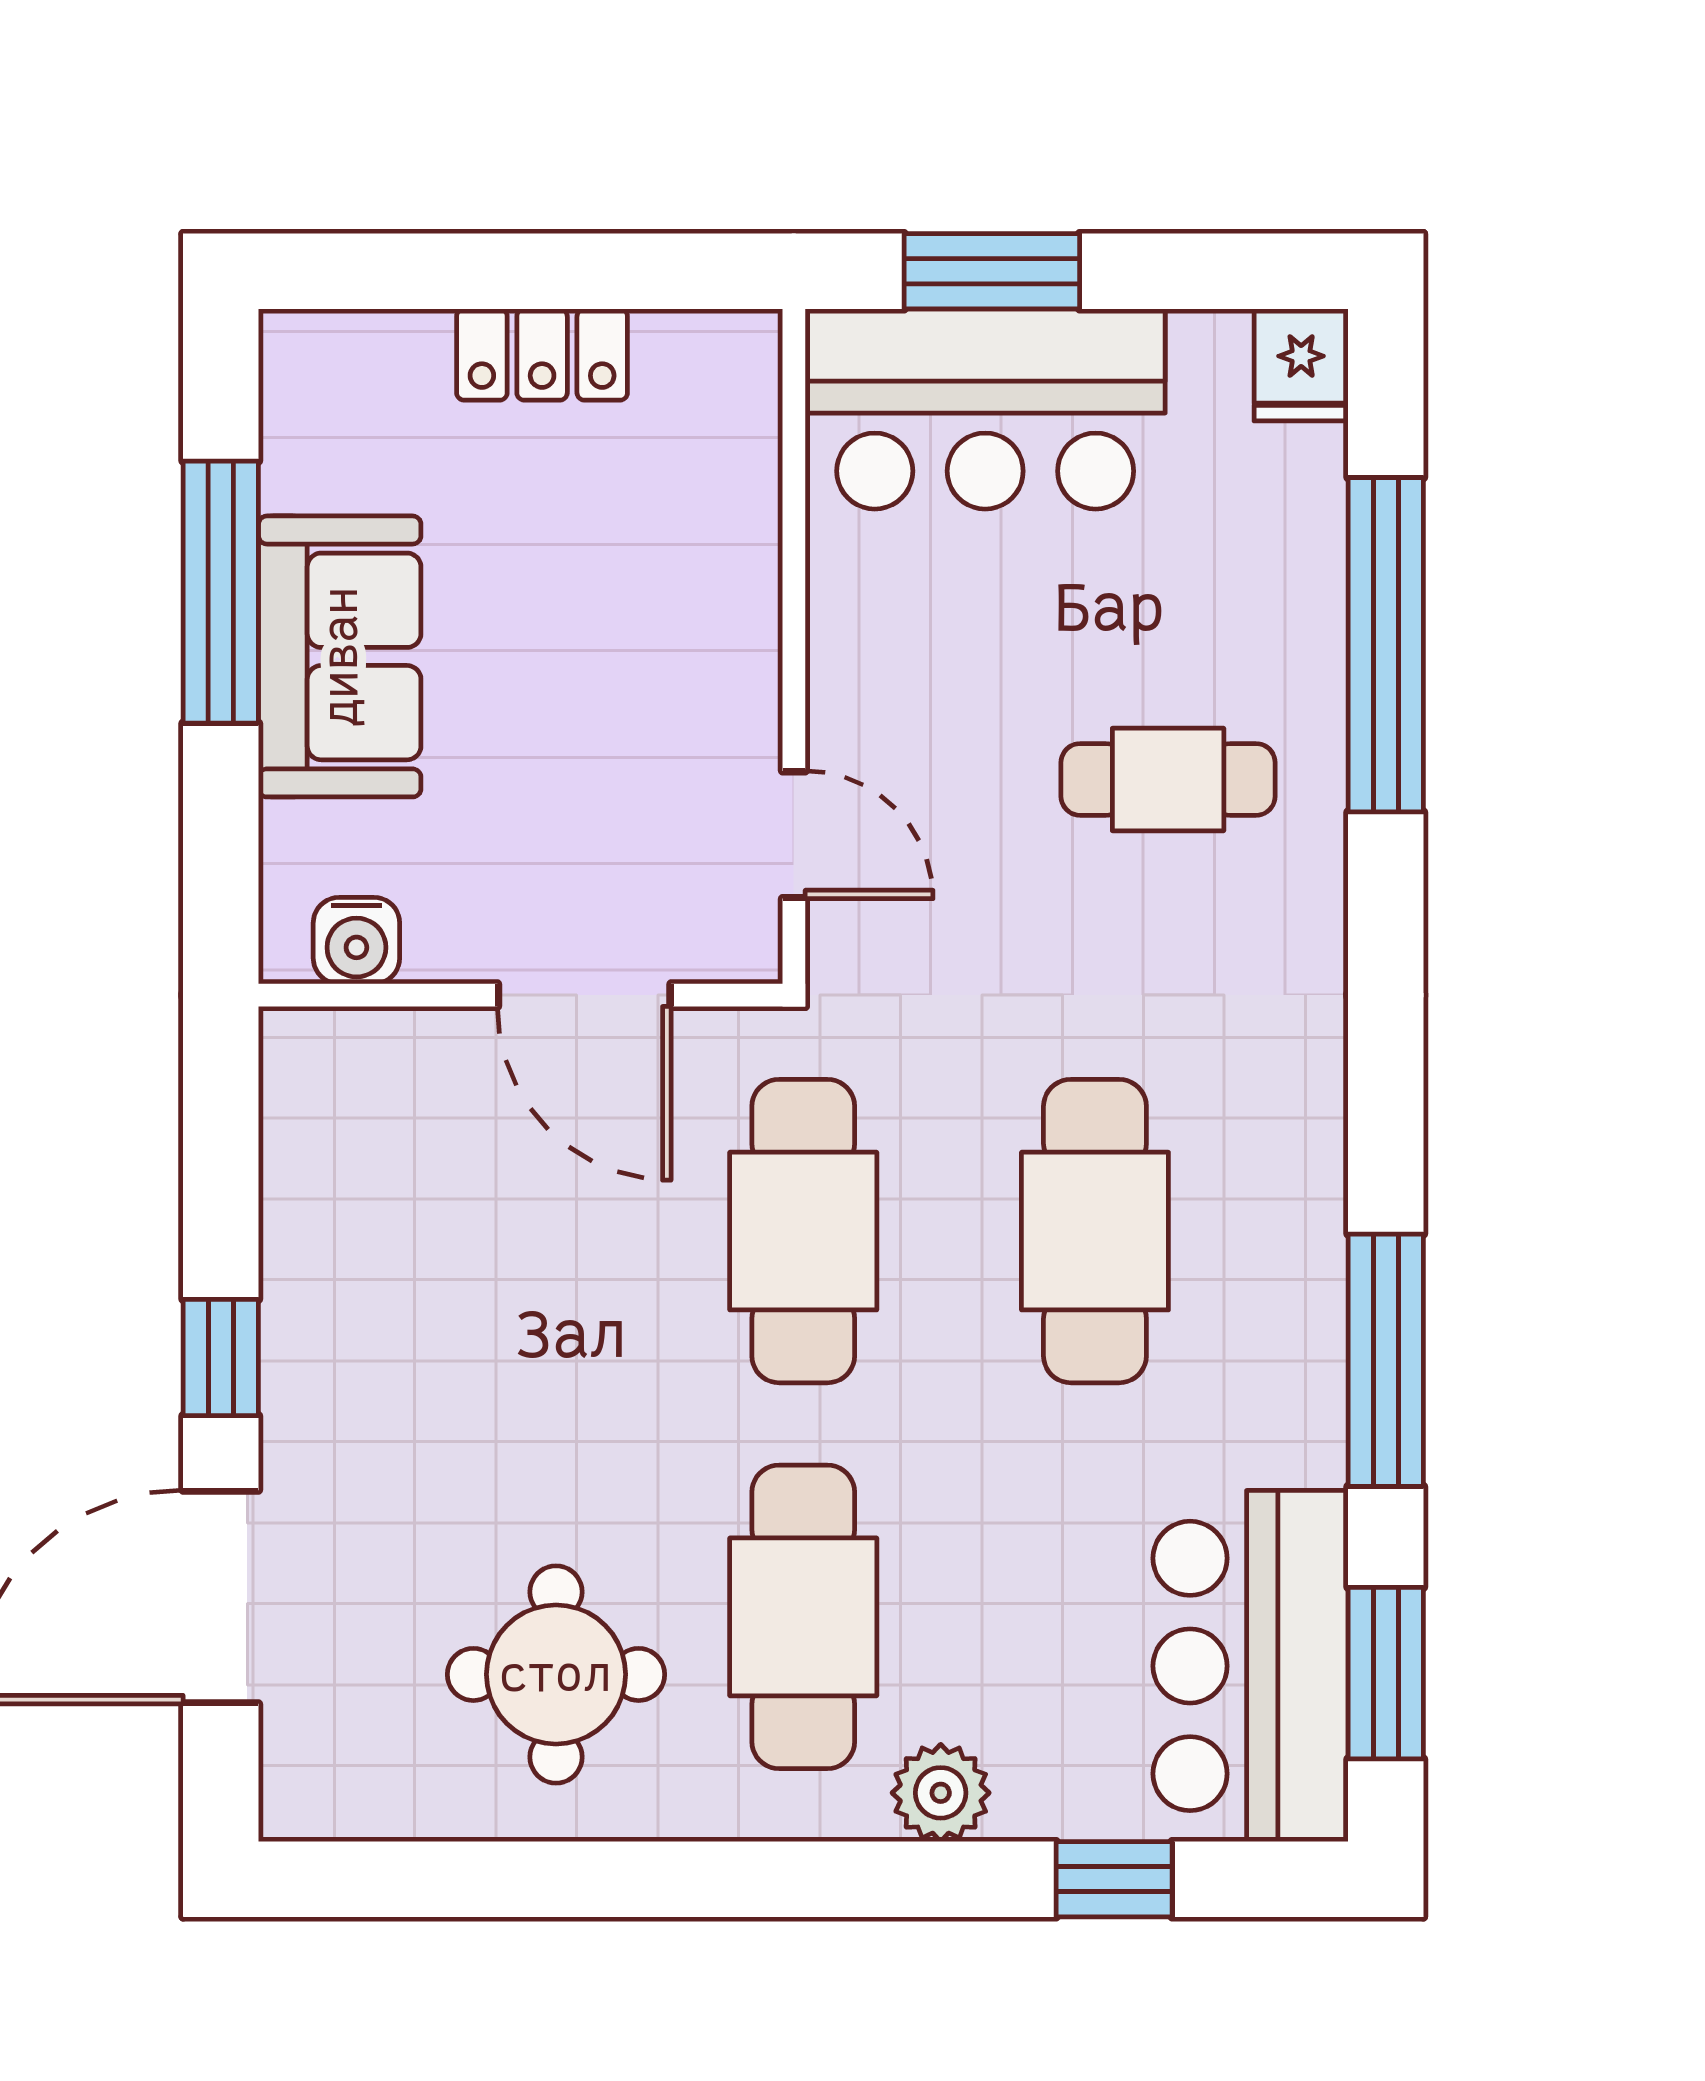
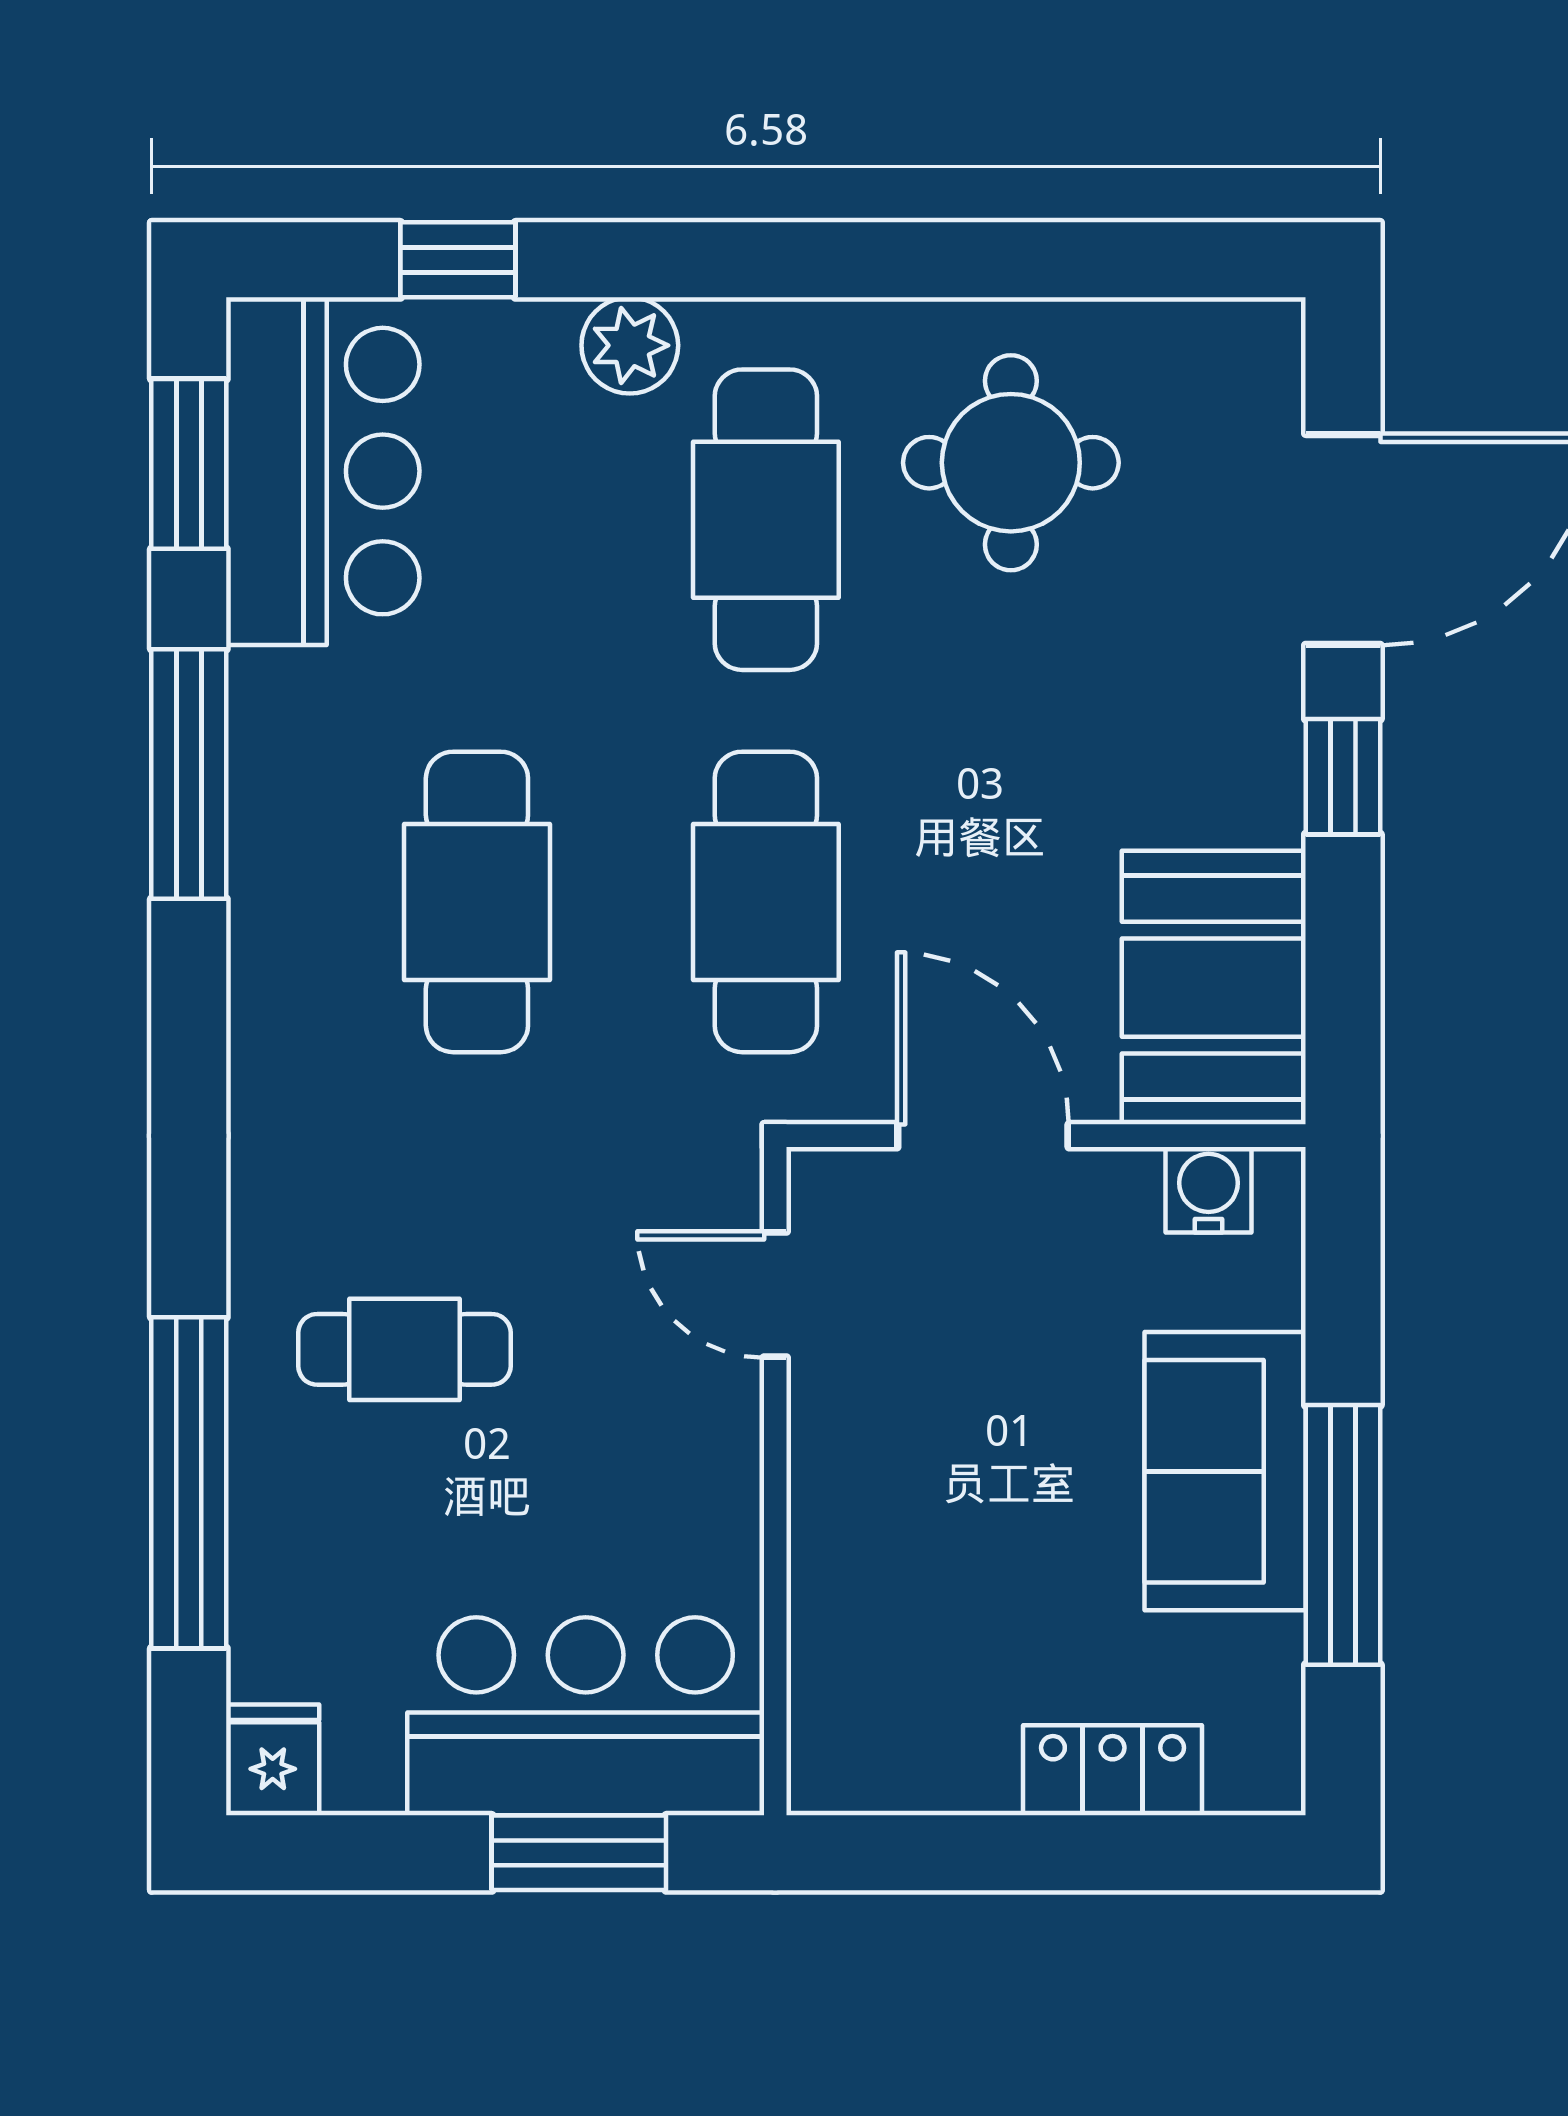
locker: (542, 355) -> (1113, 1770), moved
booth: (351, 1145) -> (1214, 988), added

